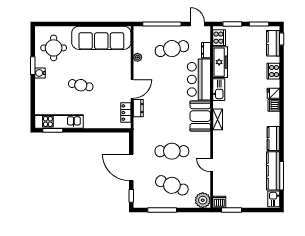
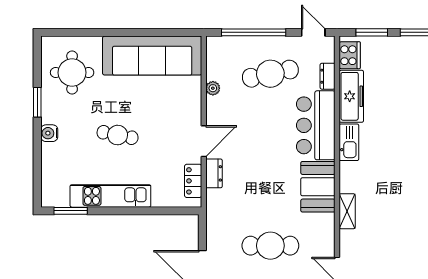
water cooler: (40, 73) -> (49, 133), moved
shelving: (218, 119) -> (347, 211), moved
kitchen unit: (59, 122) -> (110, 196), moved

